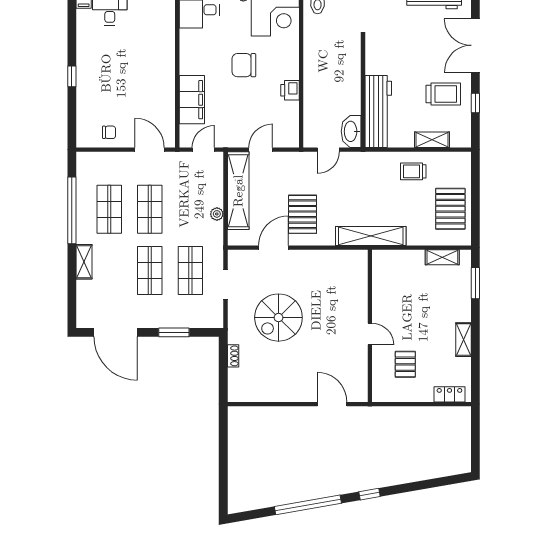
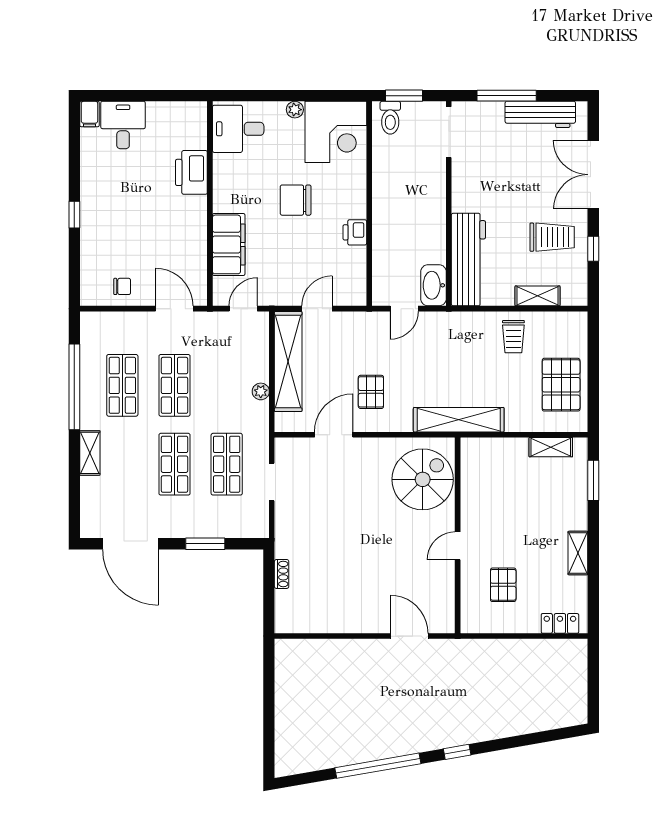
printer: (163, 44) -> (191, 172), added
trolley: (413, 171) -> (513, 337), turned -90
pallet: (303, 214) -> (371, 392), width x0.67, depth x0.71
spiral stairs: (278, 318) -> (423, 479), moved, turned 180
door: (370, 334) -> (458, 546), swing flipped

